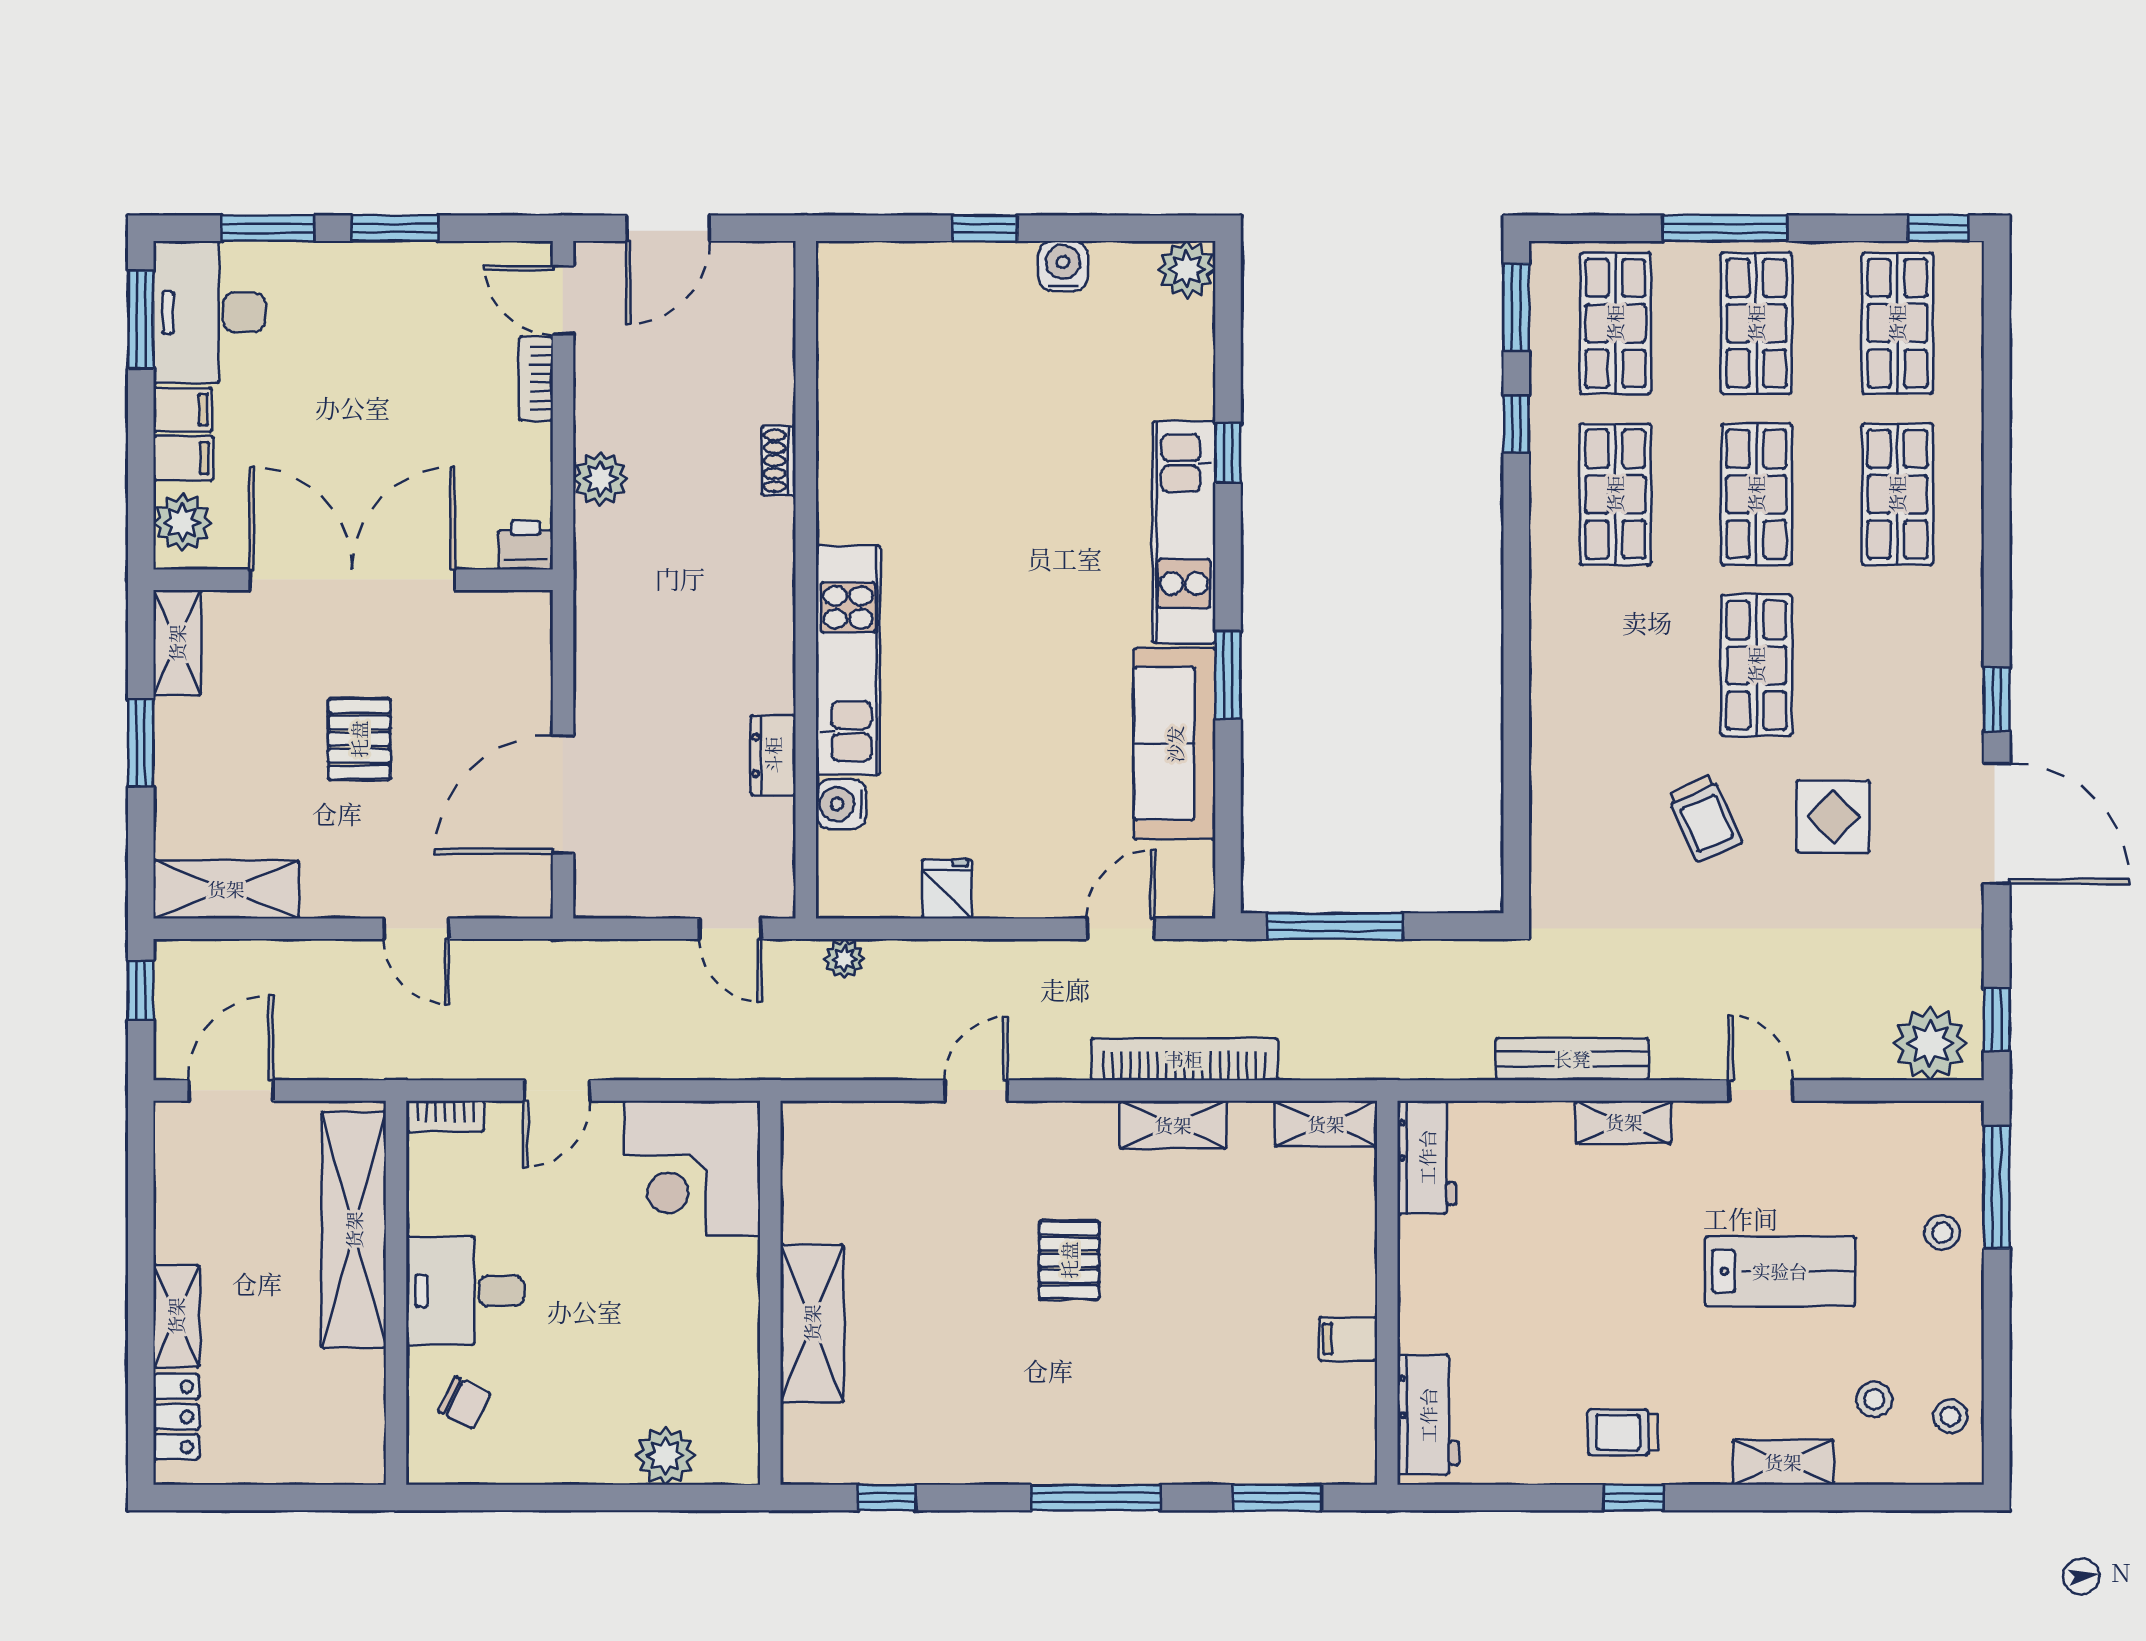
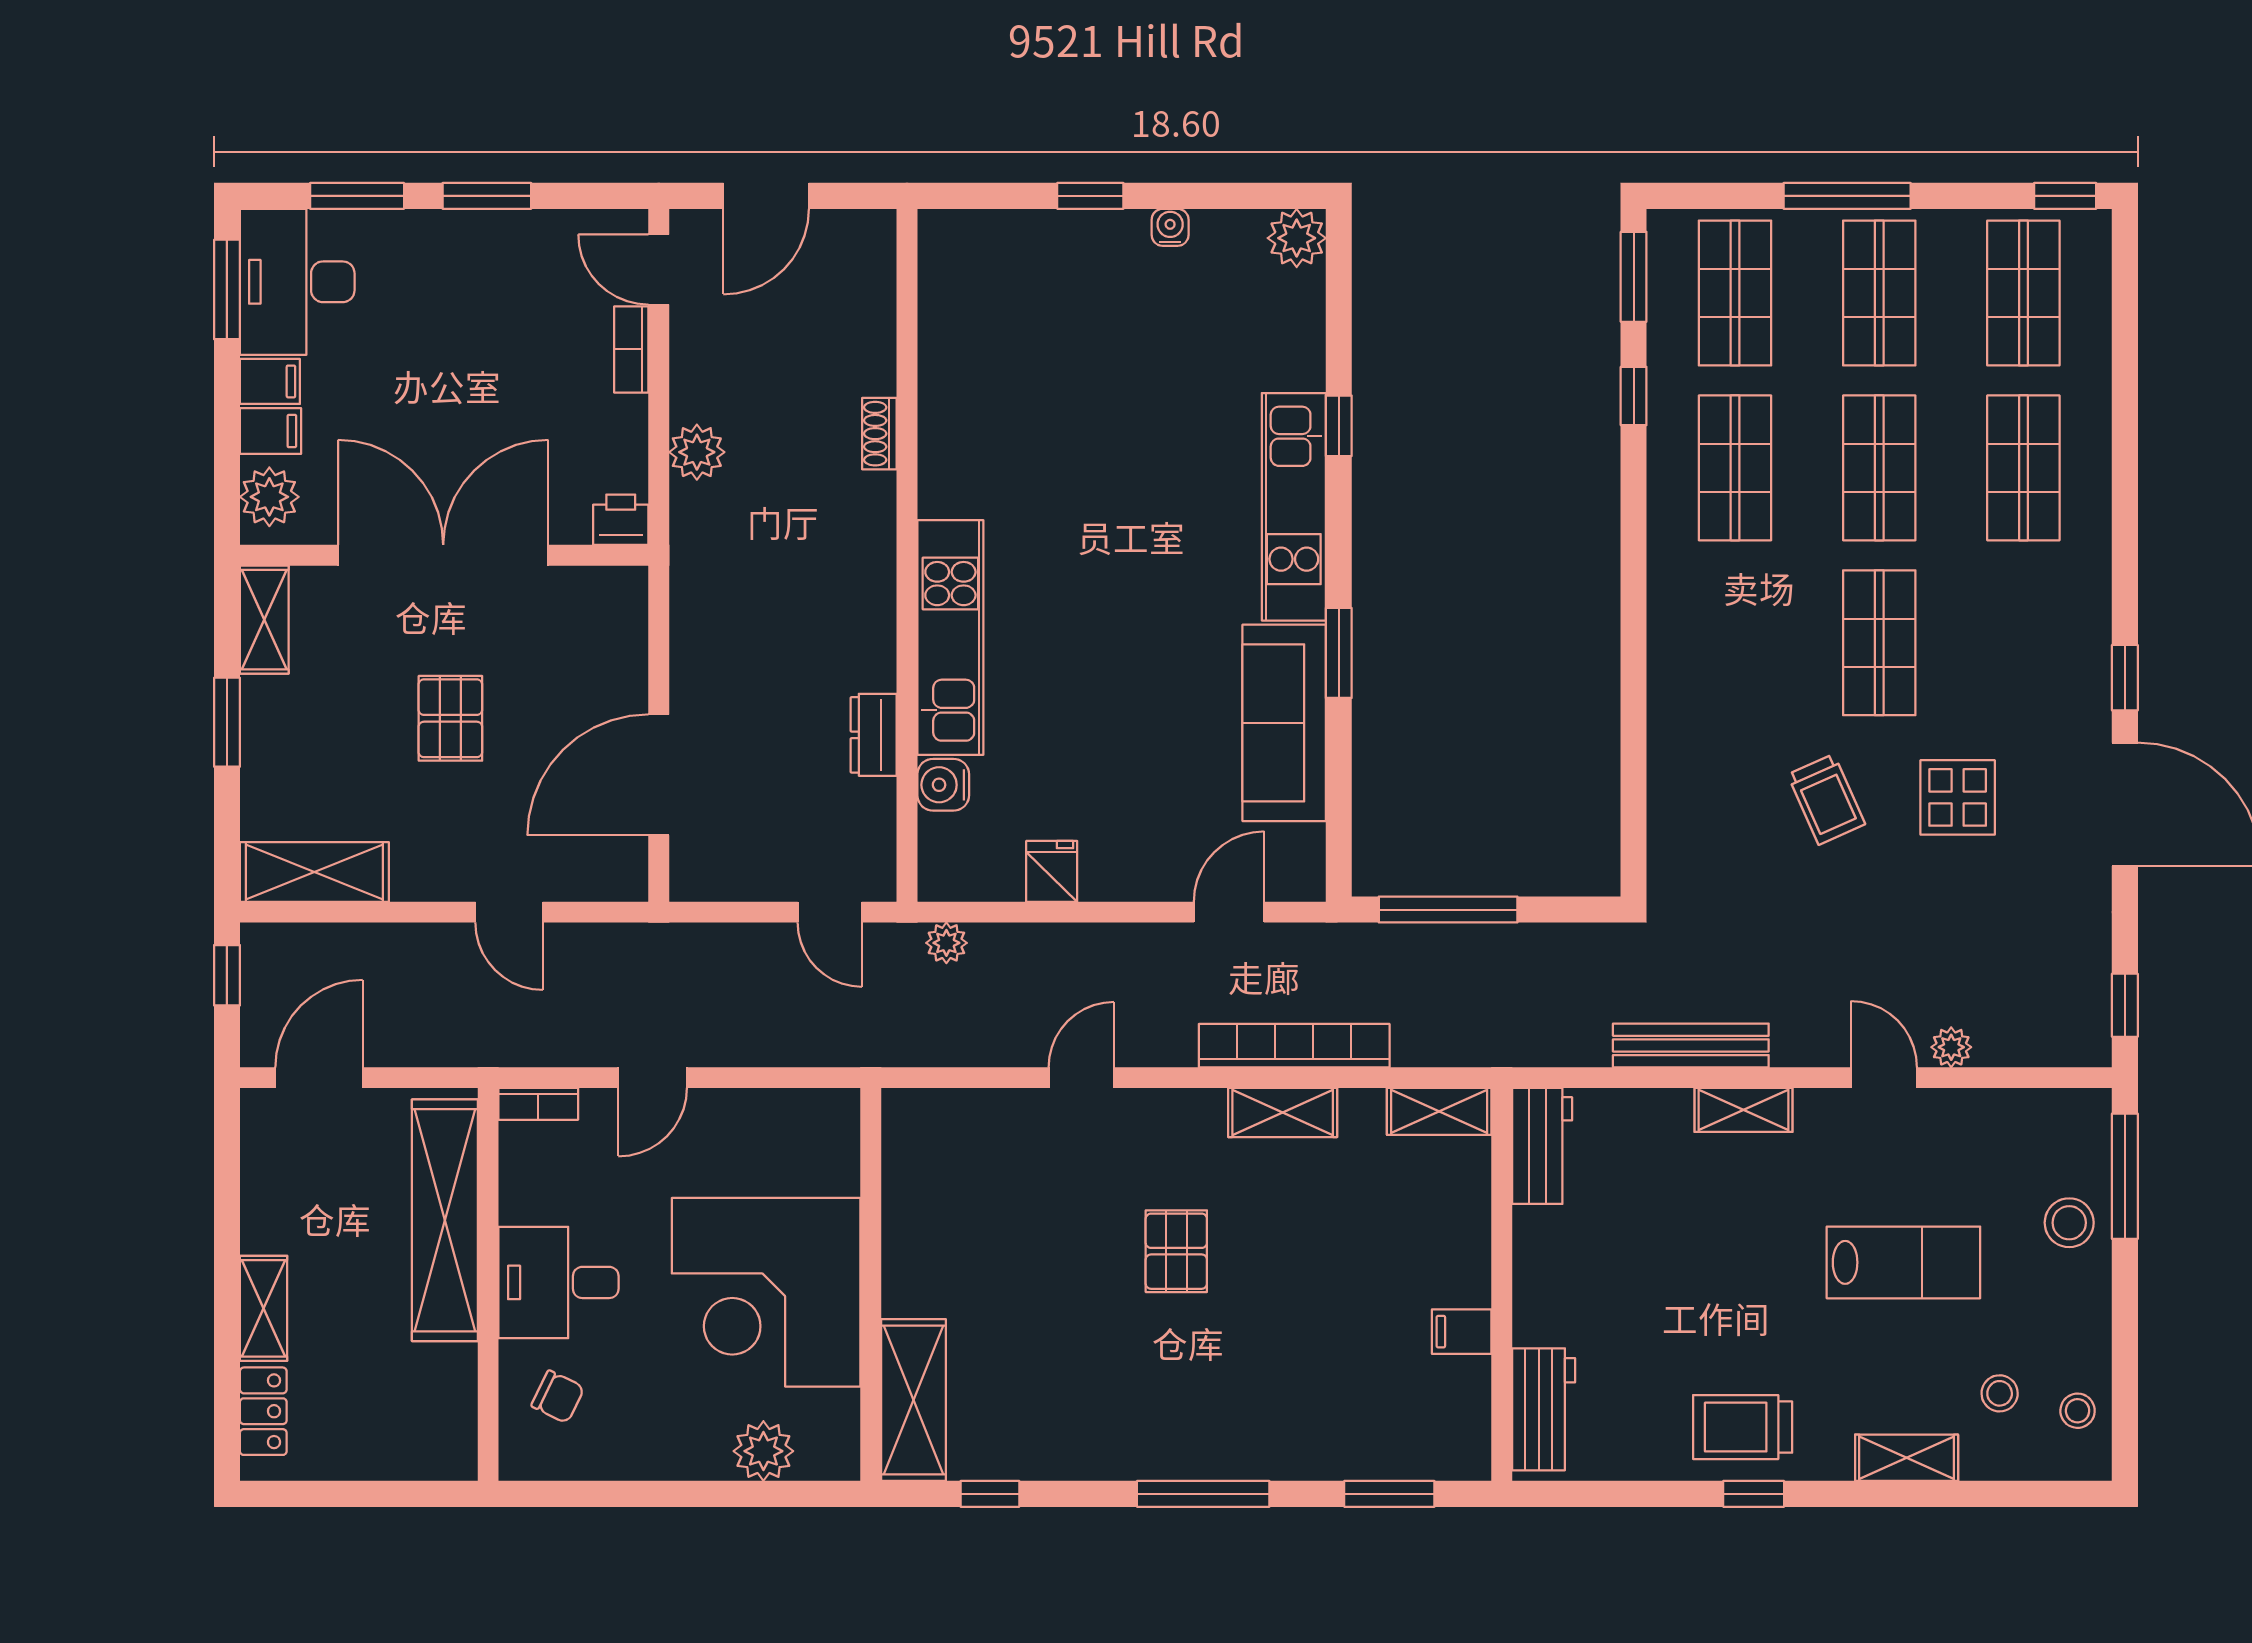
water cooler: (1063, 266) -> (1170, 227), width x0.72, depth x0.72
plant: (1930, 1044) -> (1951, 1047), moved, width x0.53, depth x0.53
corner desk: (692, 1168) -> (766, 1292), moved, width x1.36, depth x1.36
stool: (1942, 1232) -> (2069, 1223), width x1.37, depth x1.37
shelving: (812, 1323) -> (913, 1400), moved
trolley: (1623, 1432) -> (1743, 1427), width x1.36, depth x1.39

